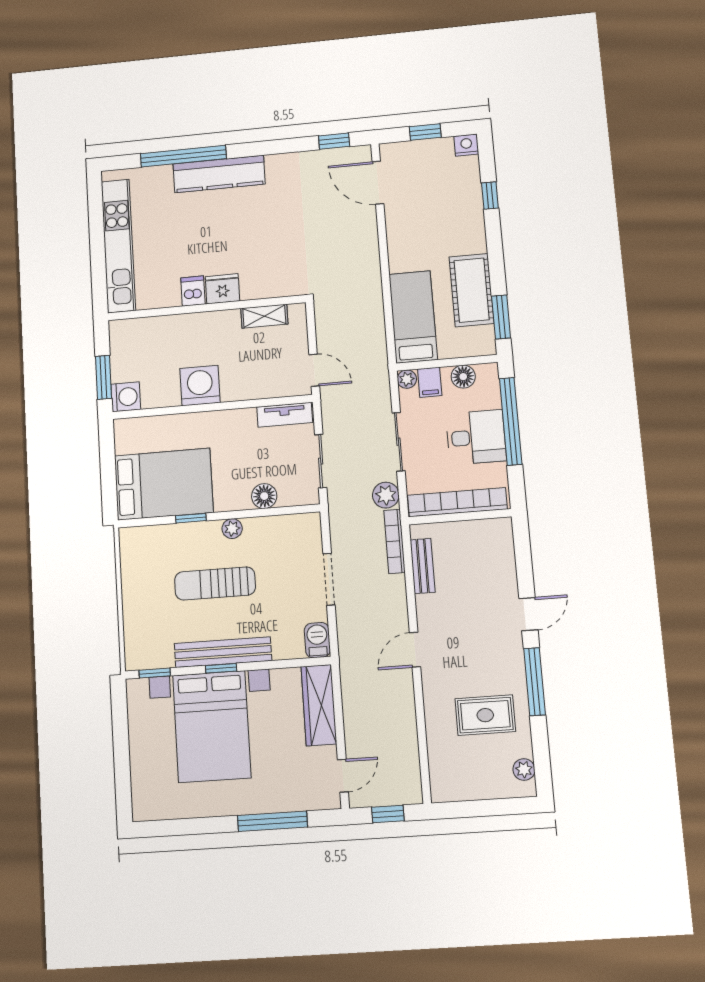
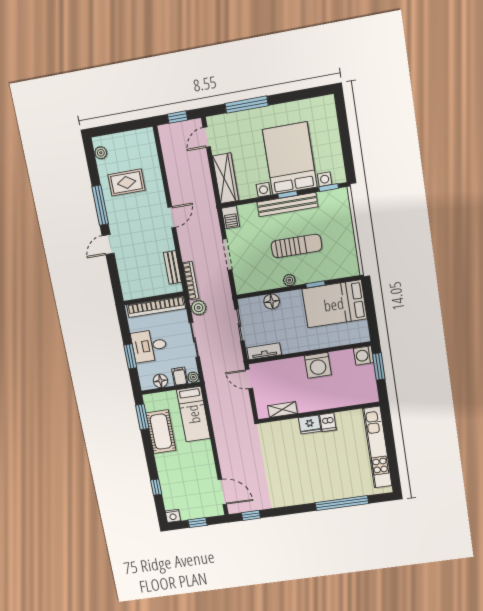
kitchen counter: (219, 174) -> (319, 493), removed
window: (511, 421) -> (130, 356), width x0.47

